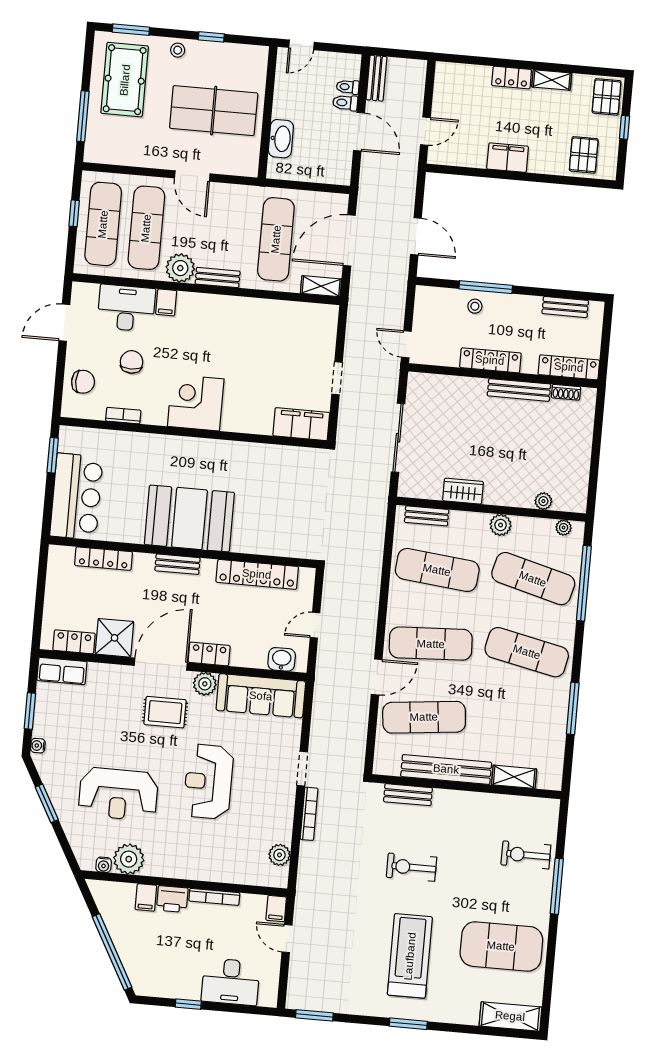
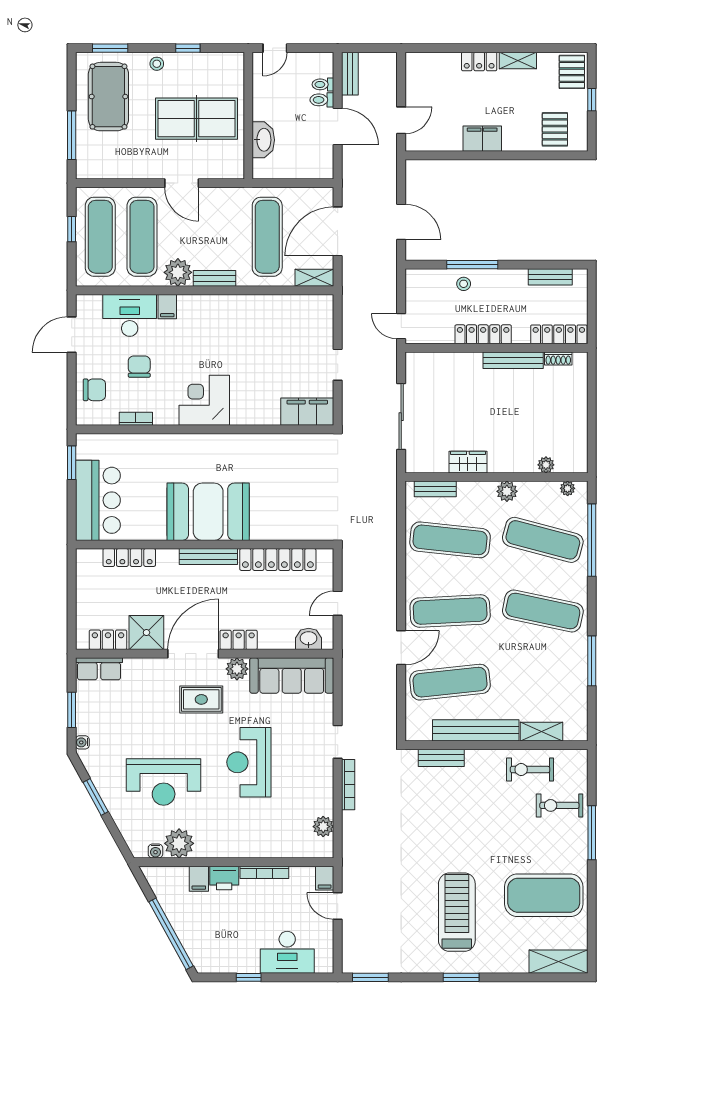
bench: (177, 564) -> (208, 557), width x1.36
exercise bike: (411, 867) -> (530, 770), moved

